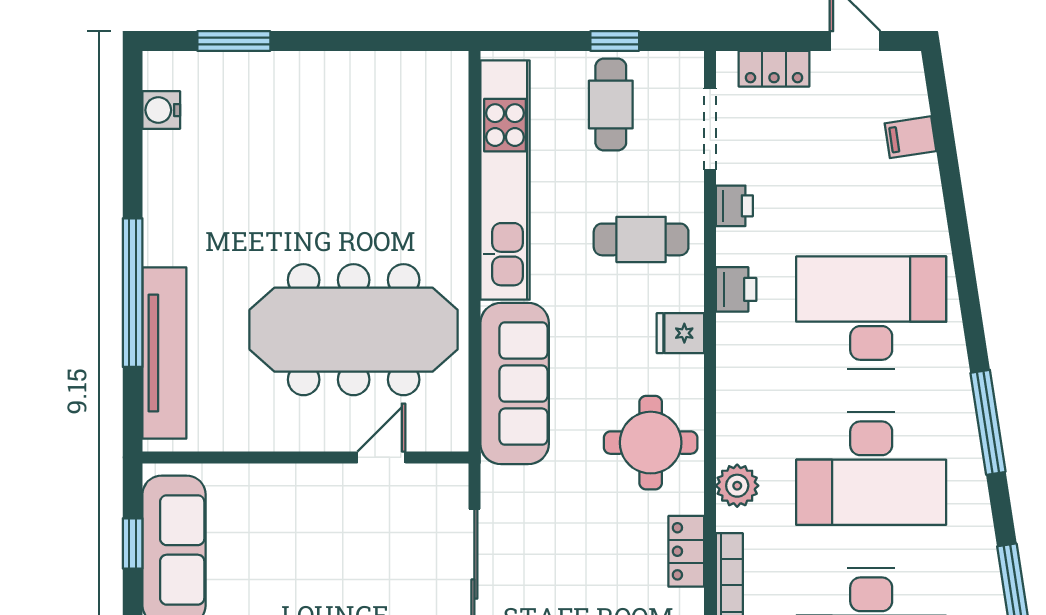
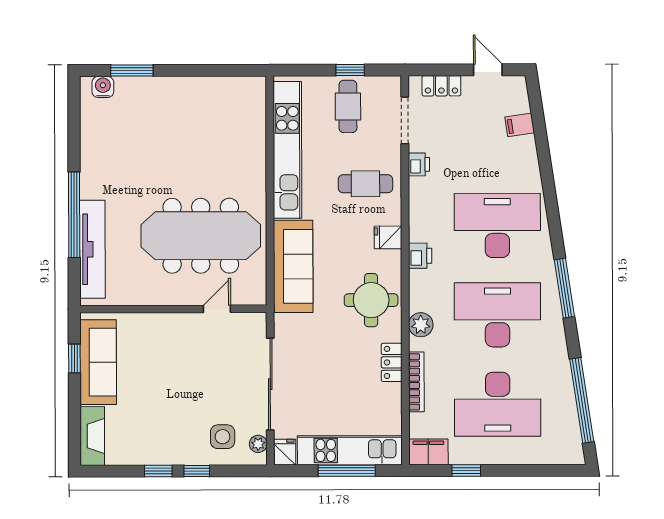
water cooler: (161, 110) -> (103, 87), moved, turned 90
printer: (736, 289) -> (420, 256), moved
desk: (871, 469) -> (497, 315), turned 180

